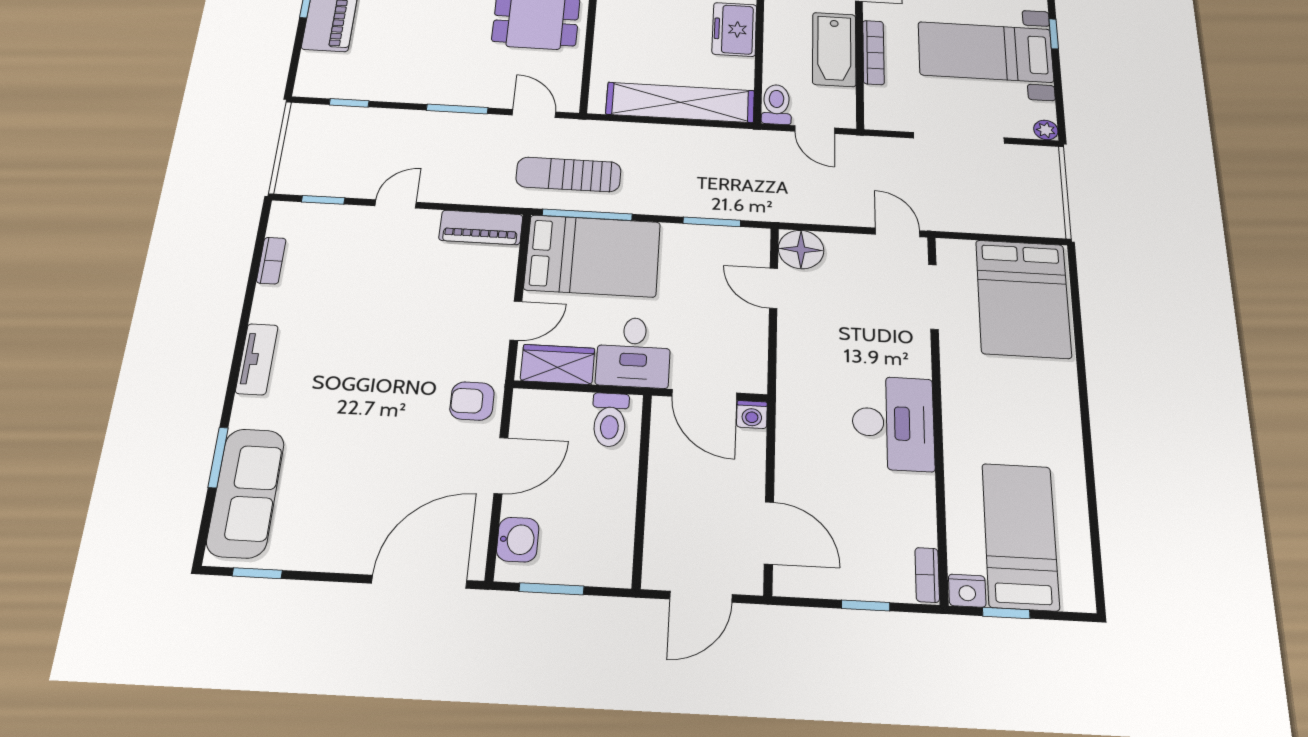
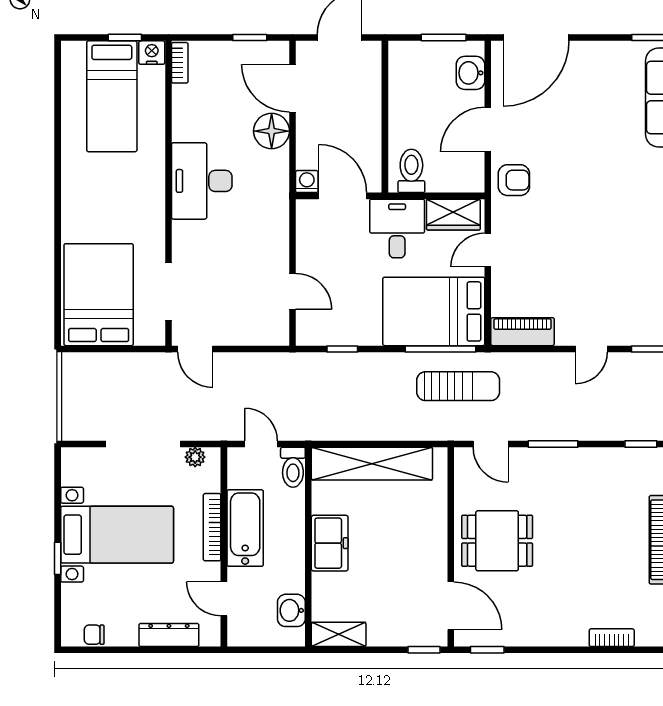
plant: (1046, 130) -> (195, 457), moved
window: (712, 222) -> (342, 349), width x0.67
floor lamp: (801, 249) -> (272, 131), moved
window: (866, 605) -> (250, 38), moved

